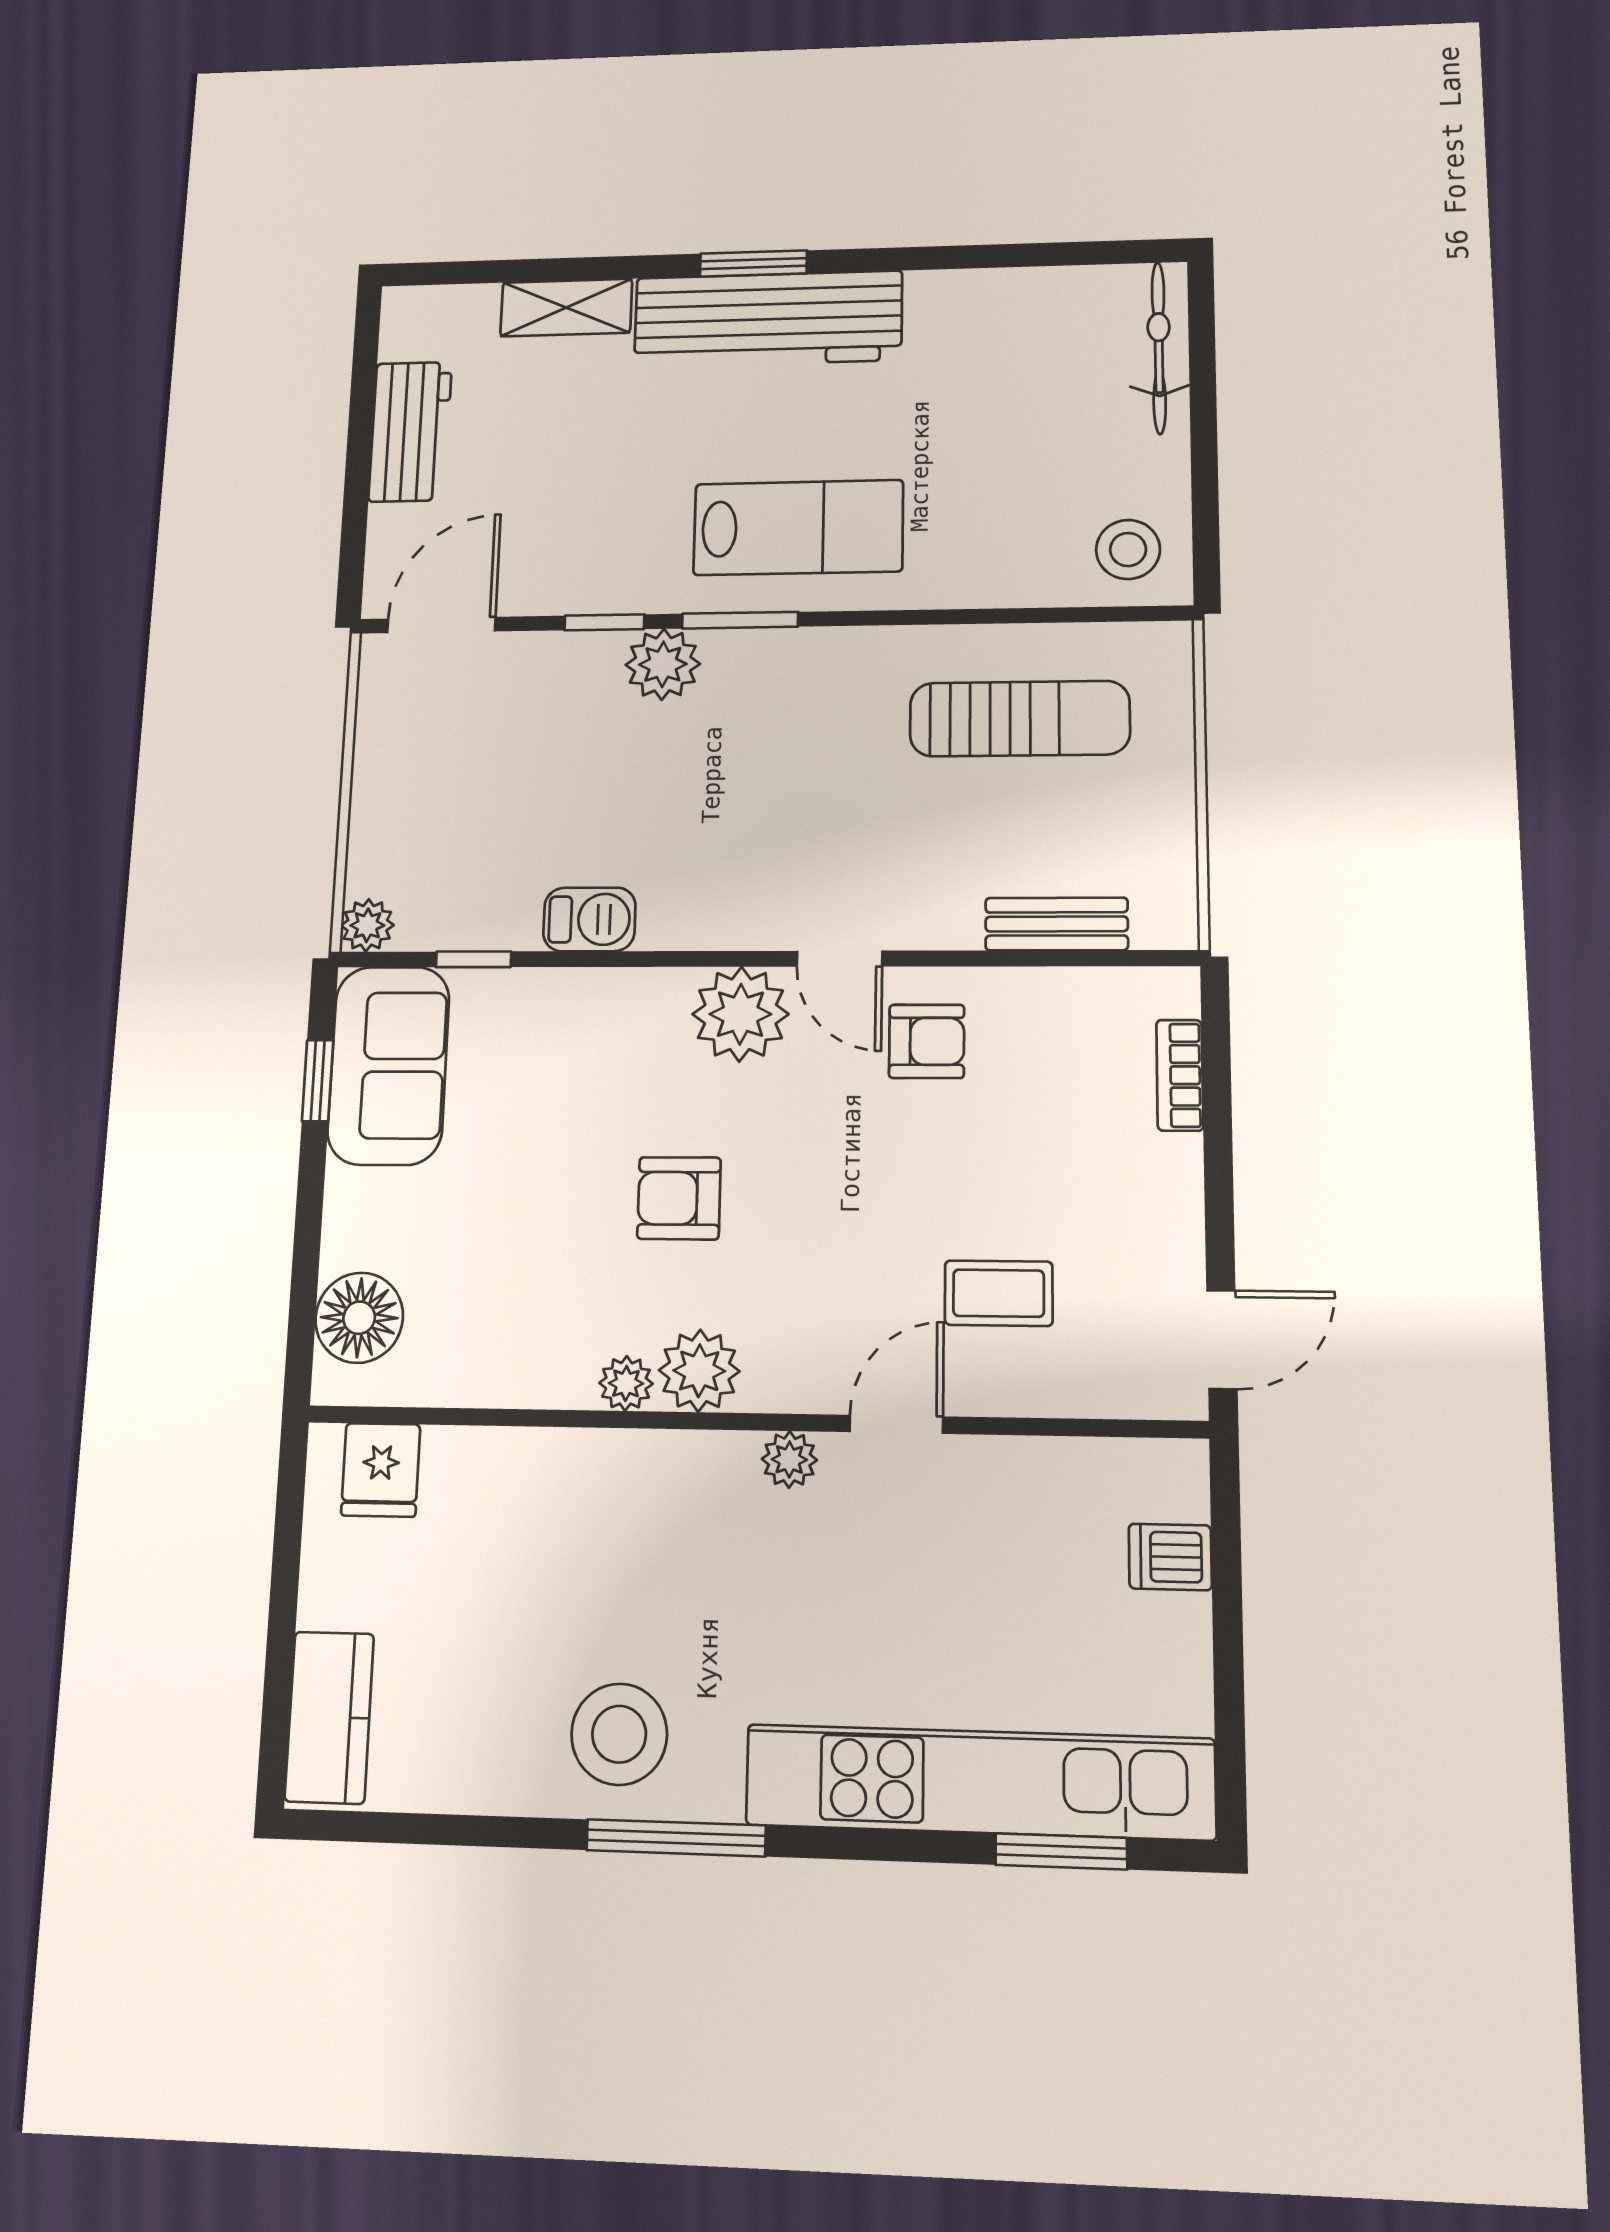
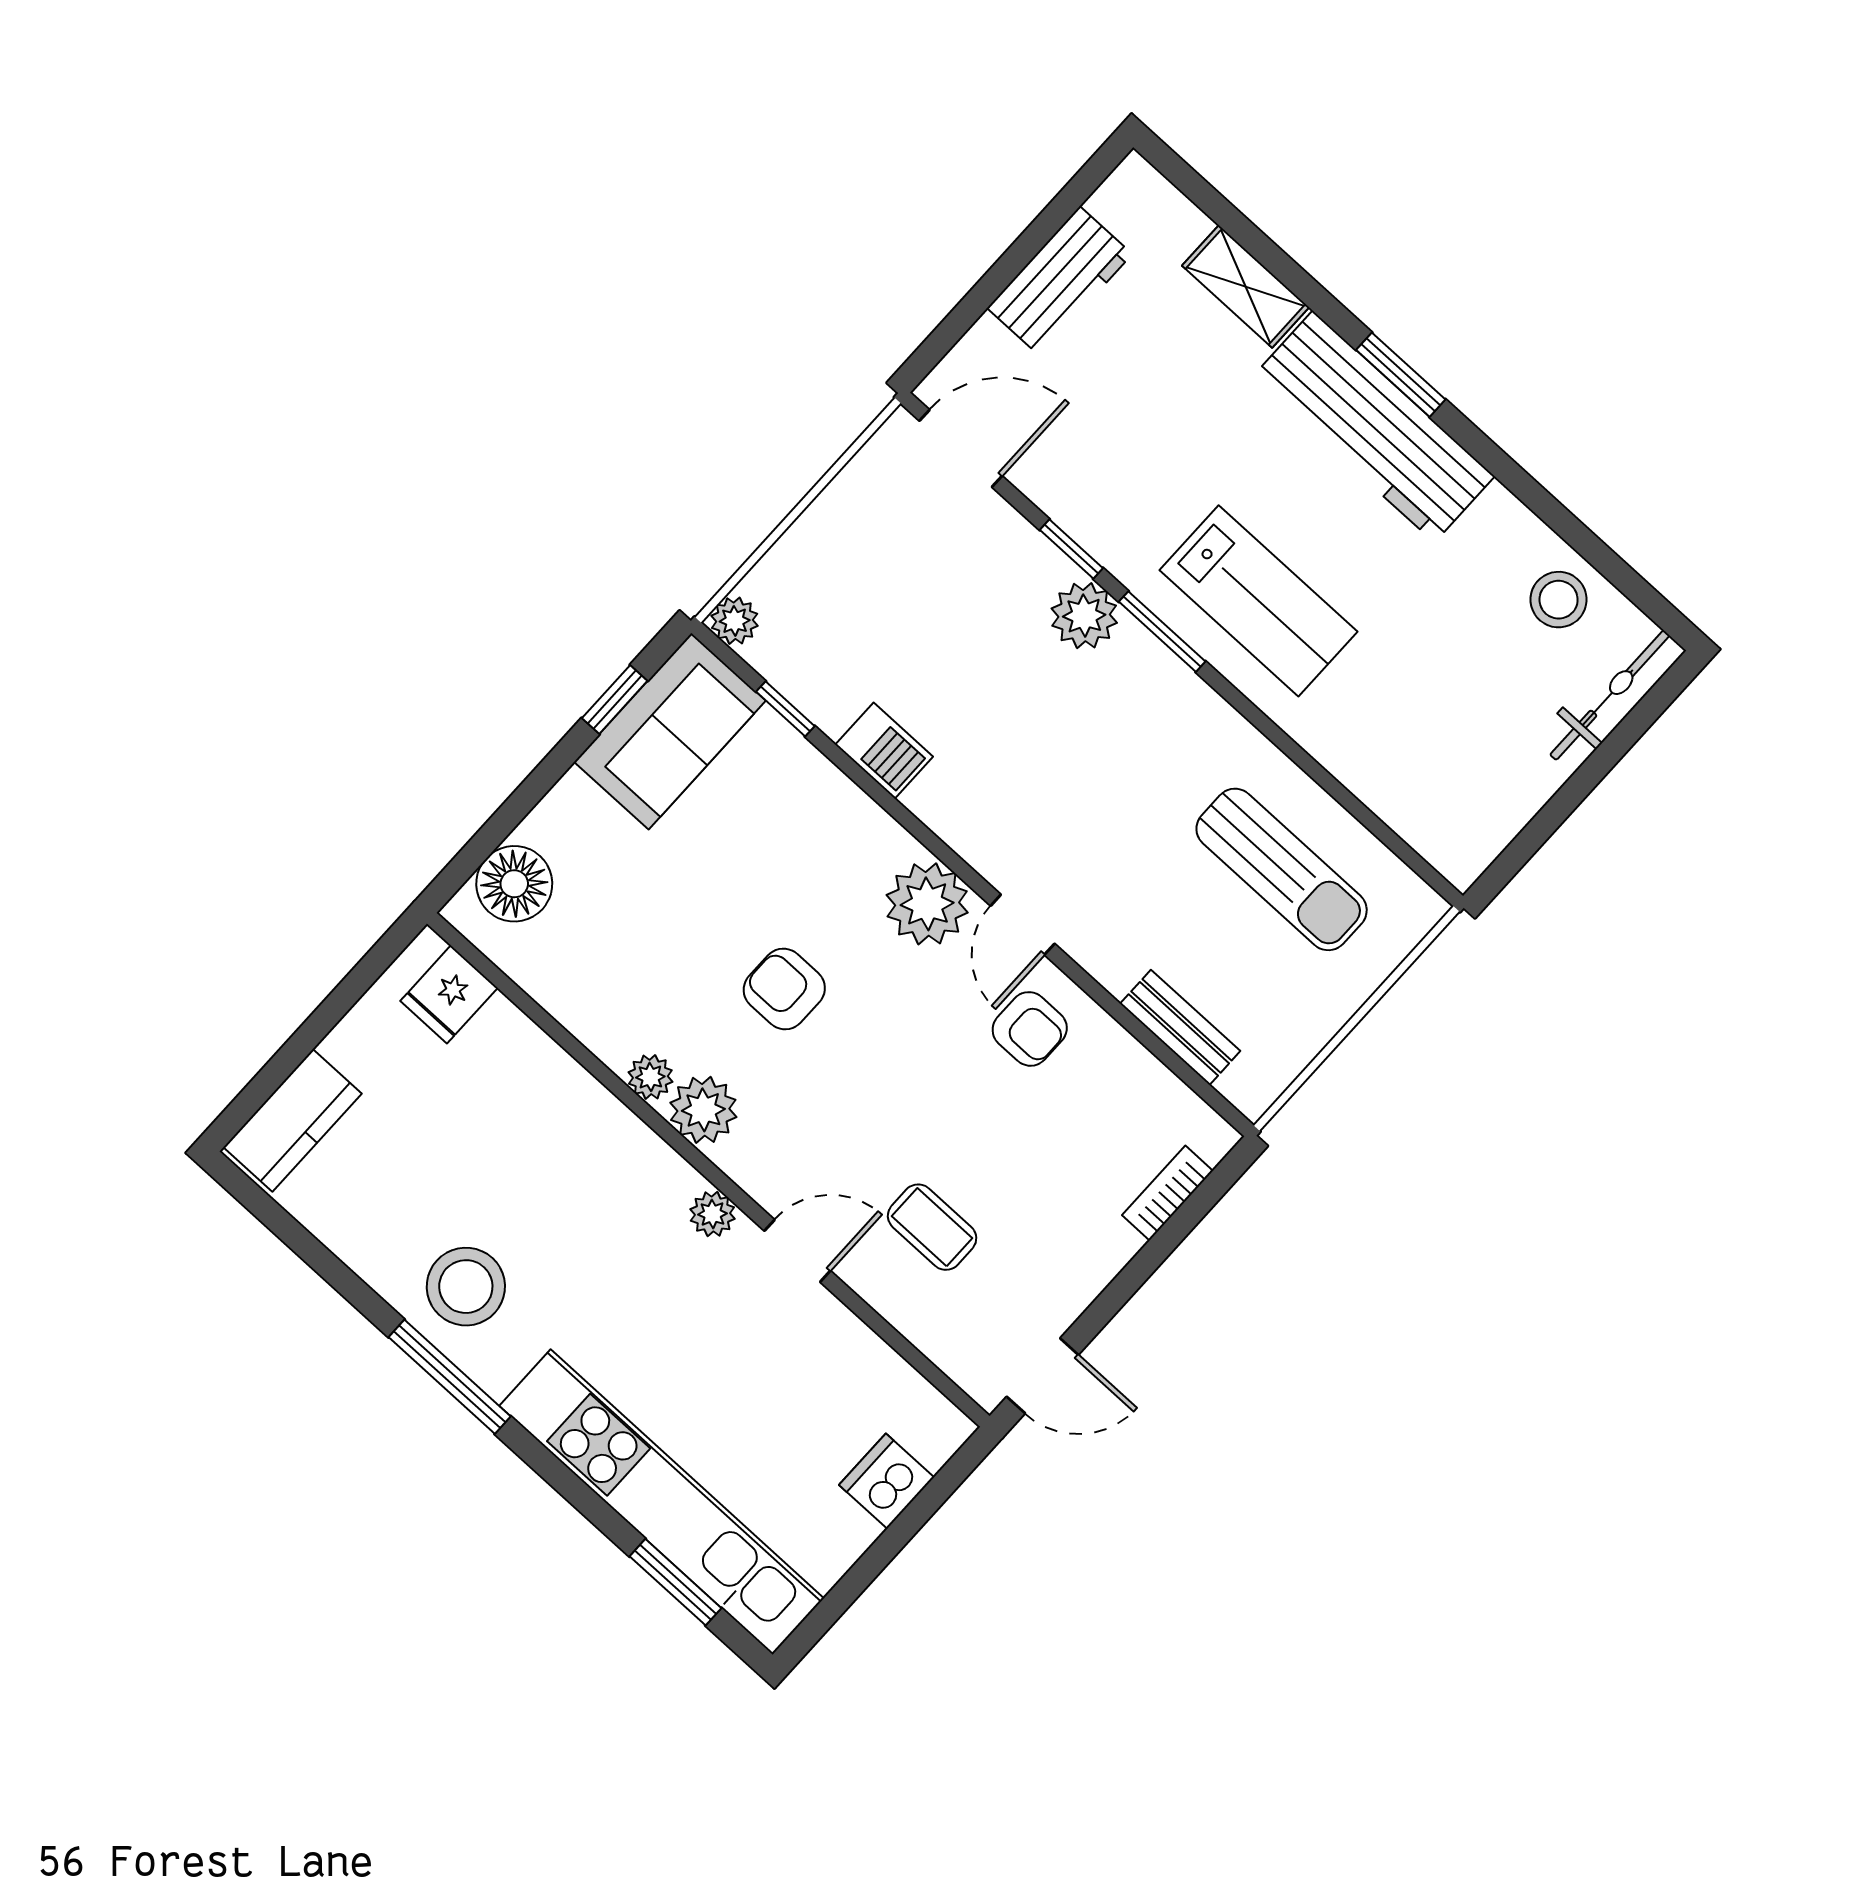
stool: (1128, 550) -> (1559, 600), moved
dishwasher: (1170, 1557) -> (887, 1481), width x1.38

